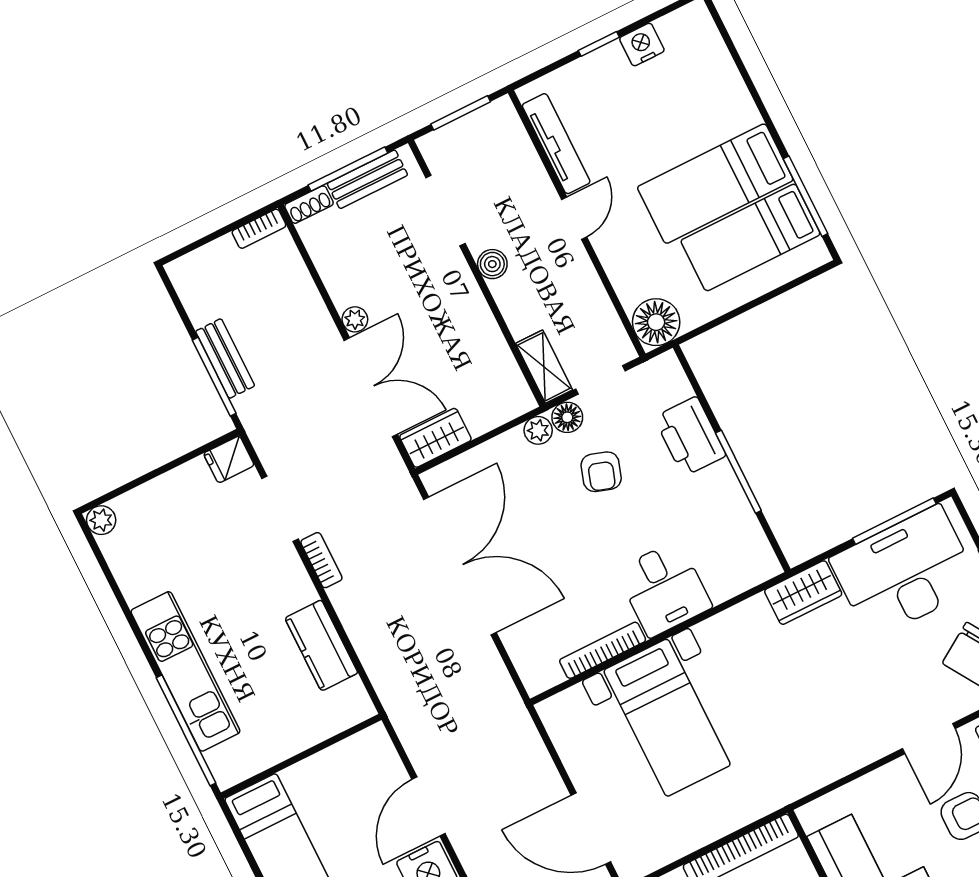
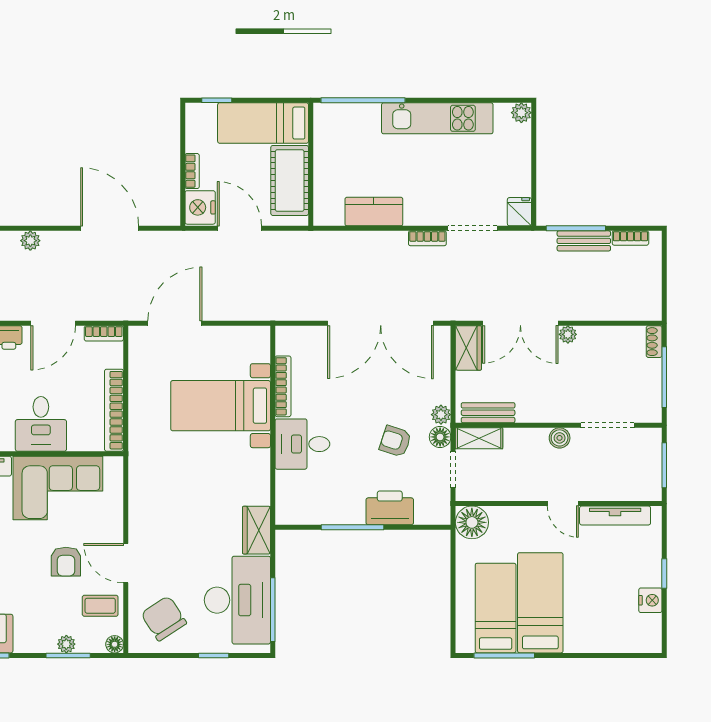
bench: (367, 179) -> (488, 413), moved, turned 90
bookcase: (259, 229) -> (630, 238), moved, turned -90
kitchen unit: (185, 671) -> (437, 118), moved
cot: (335, 773) -> (290, 180), added

